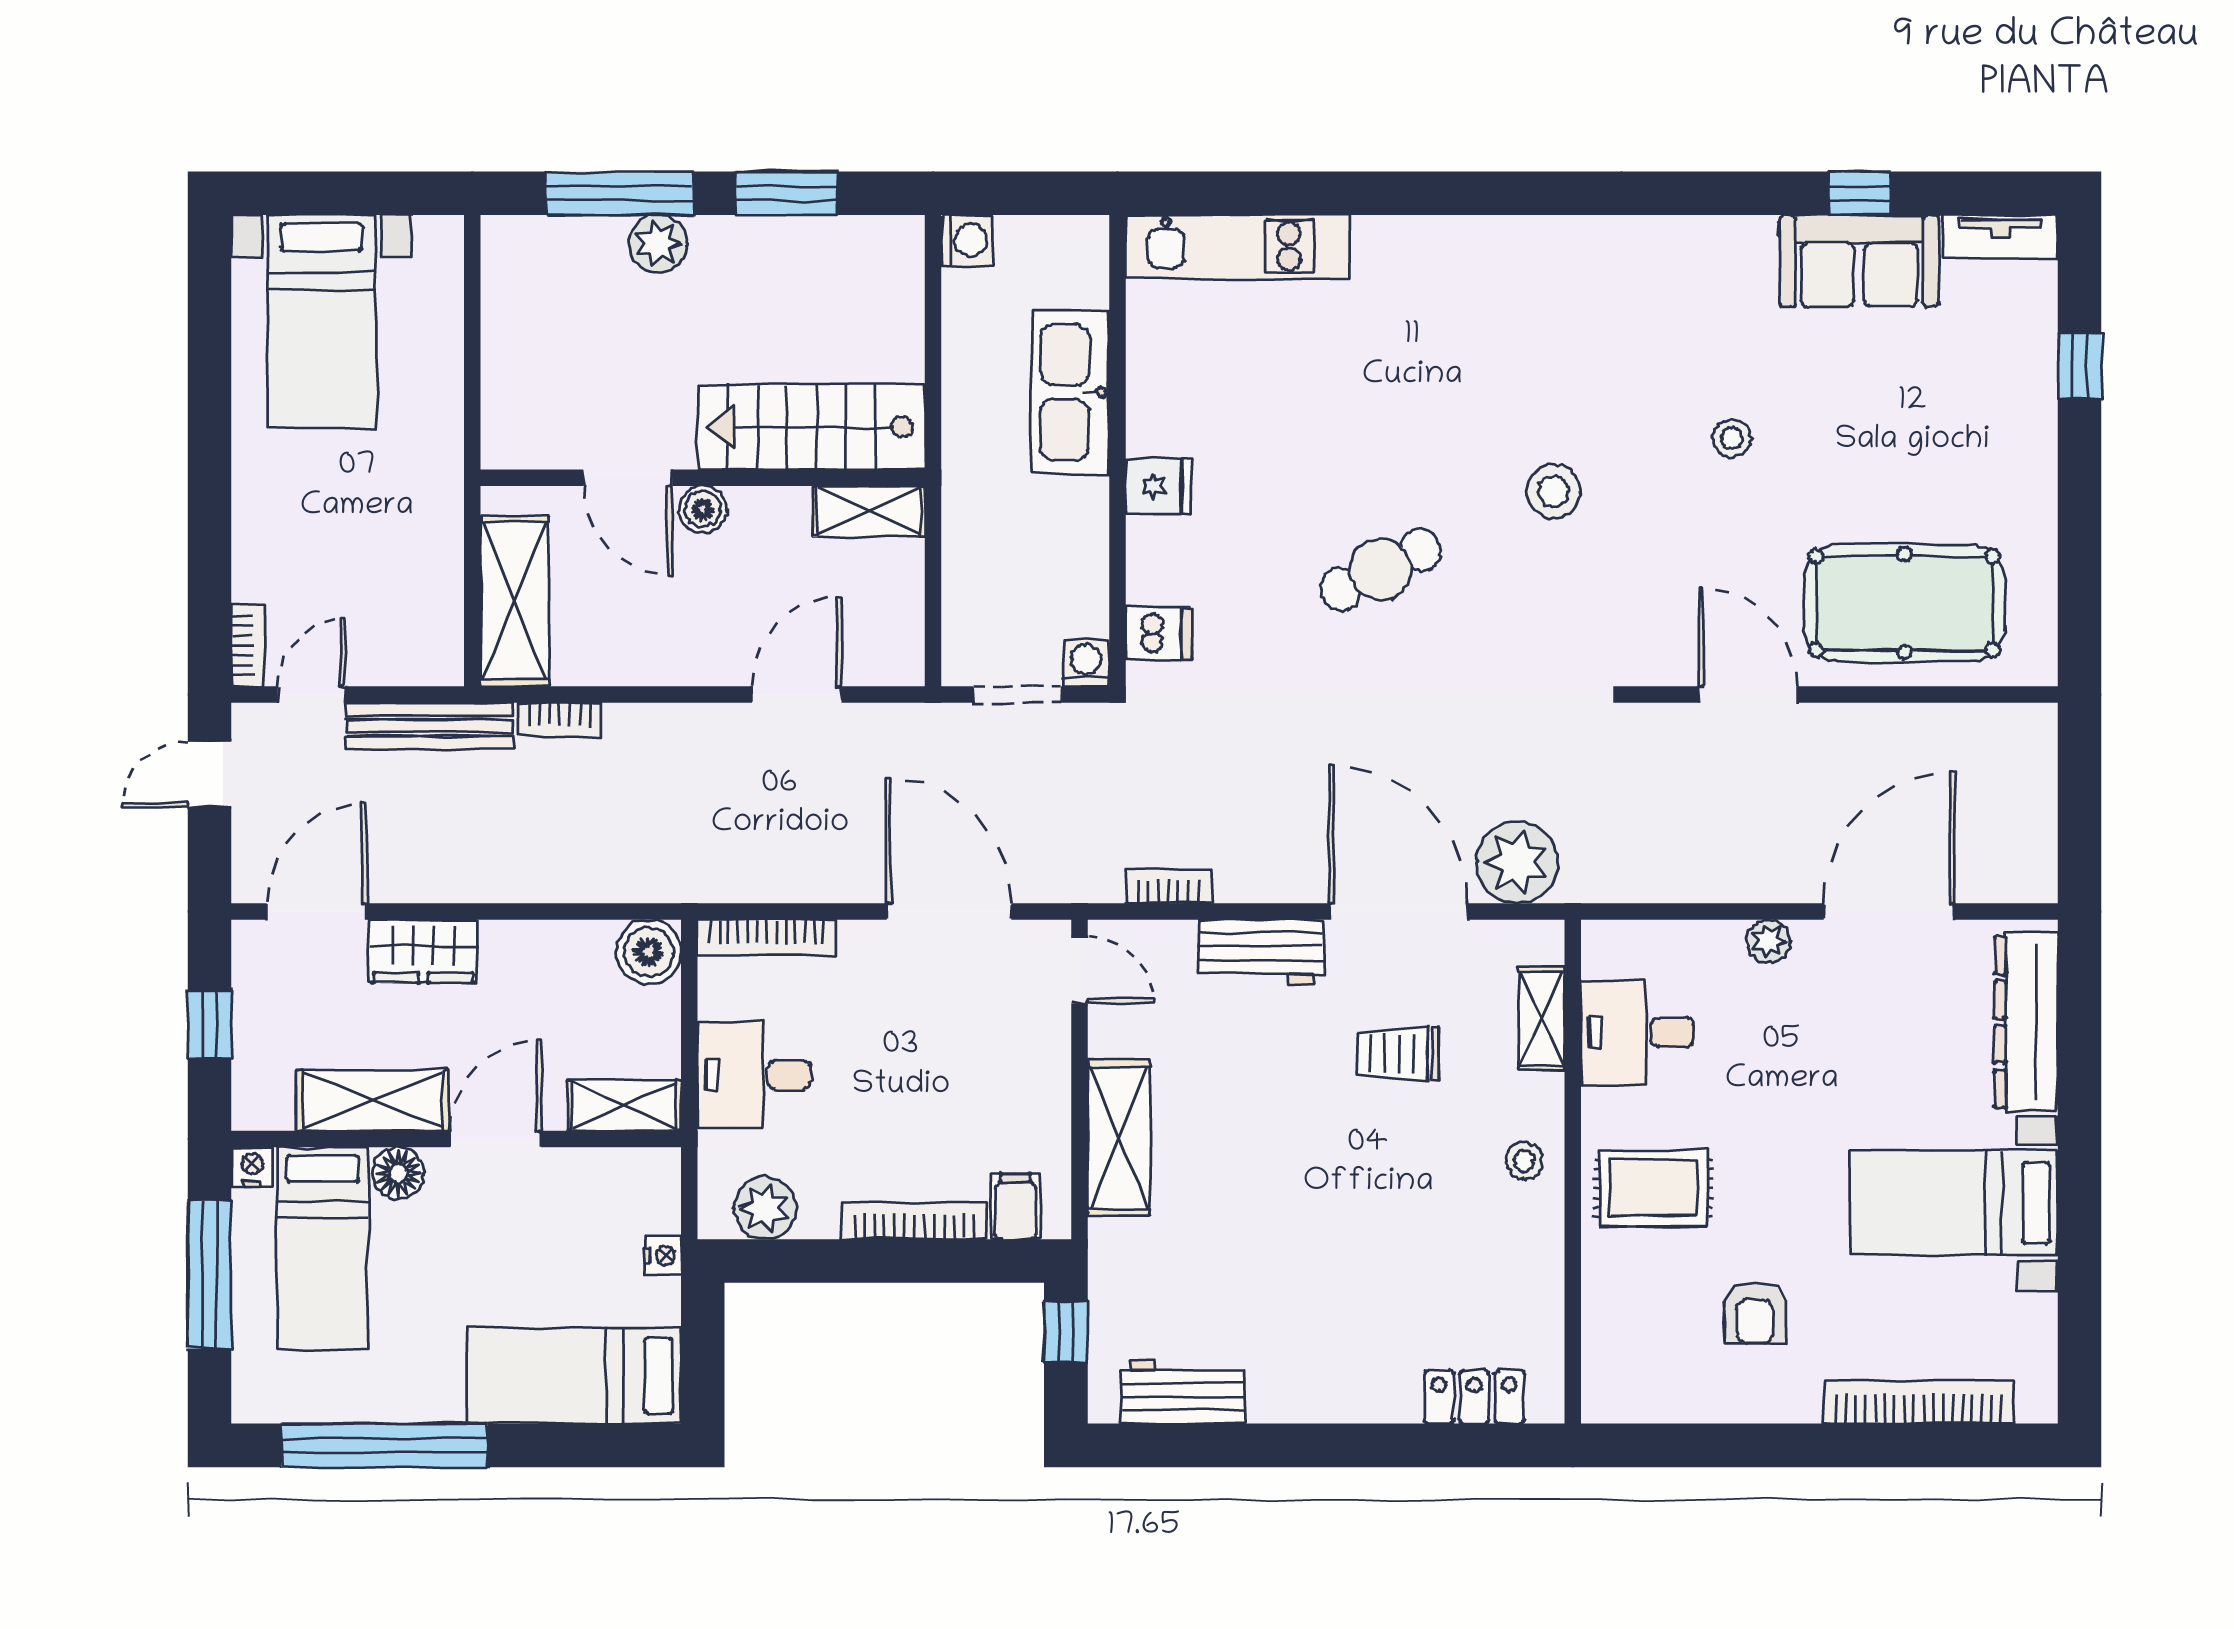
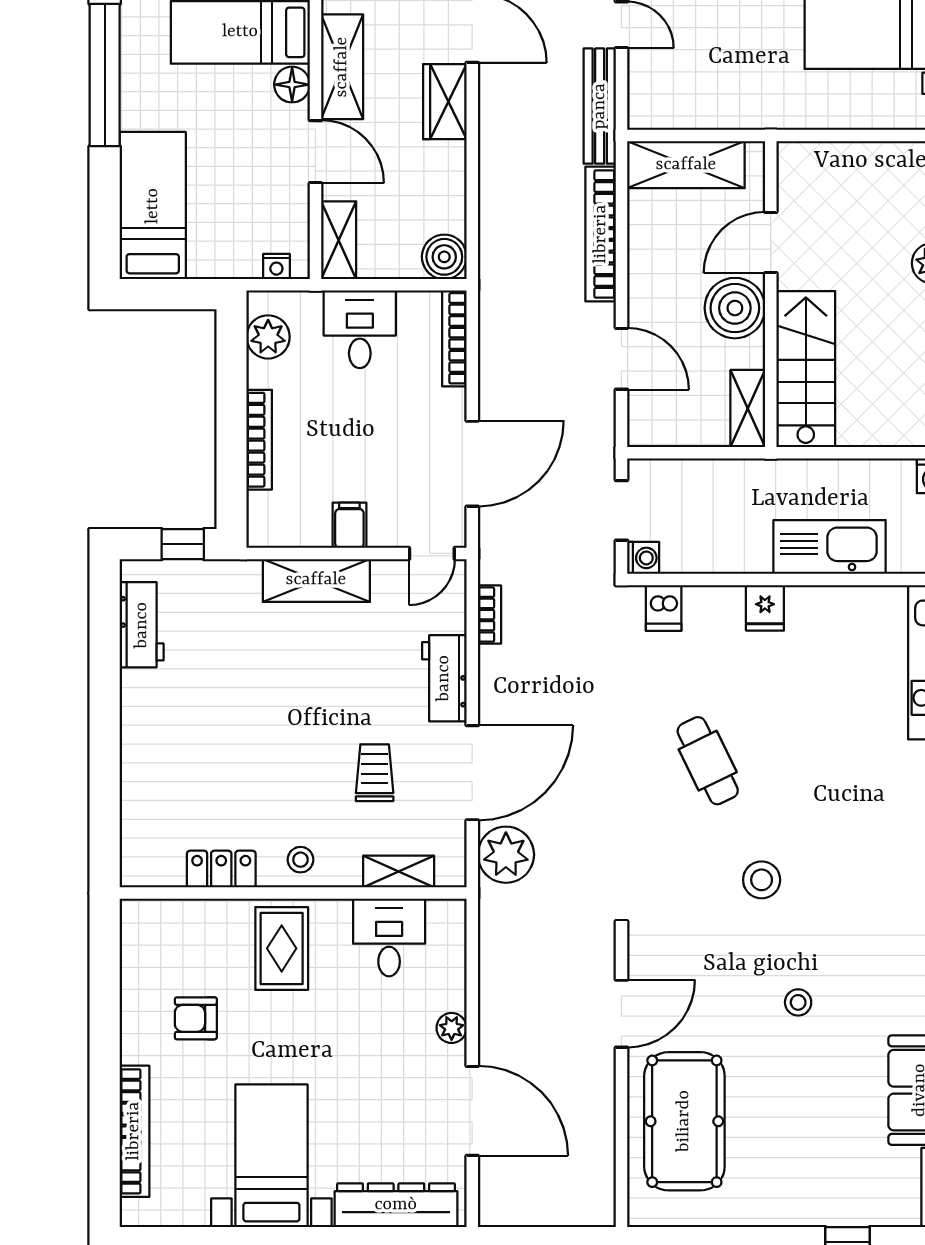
boiler: (703, 509) -> (735, 308), width x1.86, depth x1.86
bookcase: (560, 720) -> (601, 234), width x2.31, depth x1.31
filing cabinet: (1016, 1207) -> (349, 525), moved, turned -90
nightstand: (663, 1256) -> (276, 267), moved
locker: (1474, 1397) -> (221, 869), moved, turned -90

